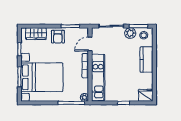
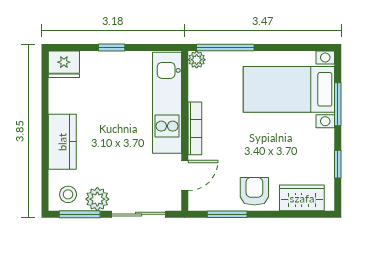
bed with nightstands: (42, 77) -> (289, 89), width x0.73

